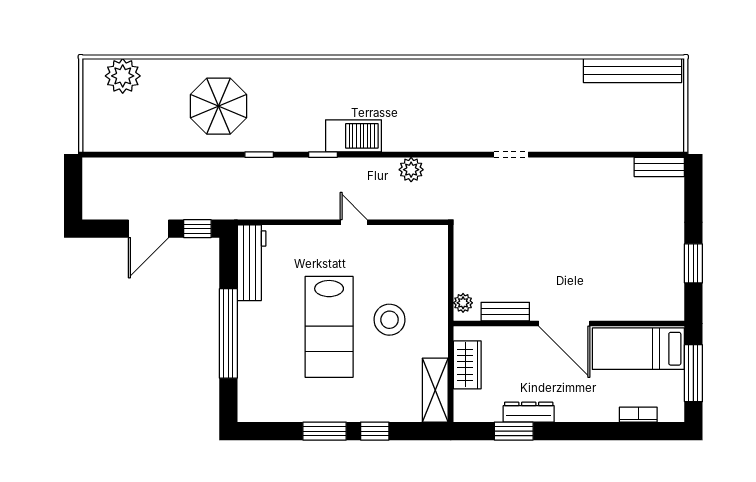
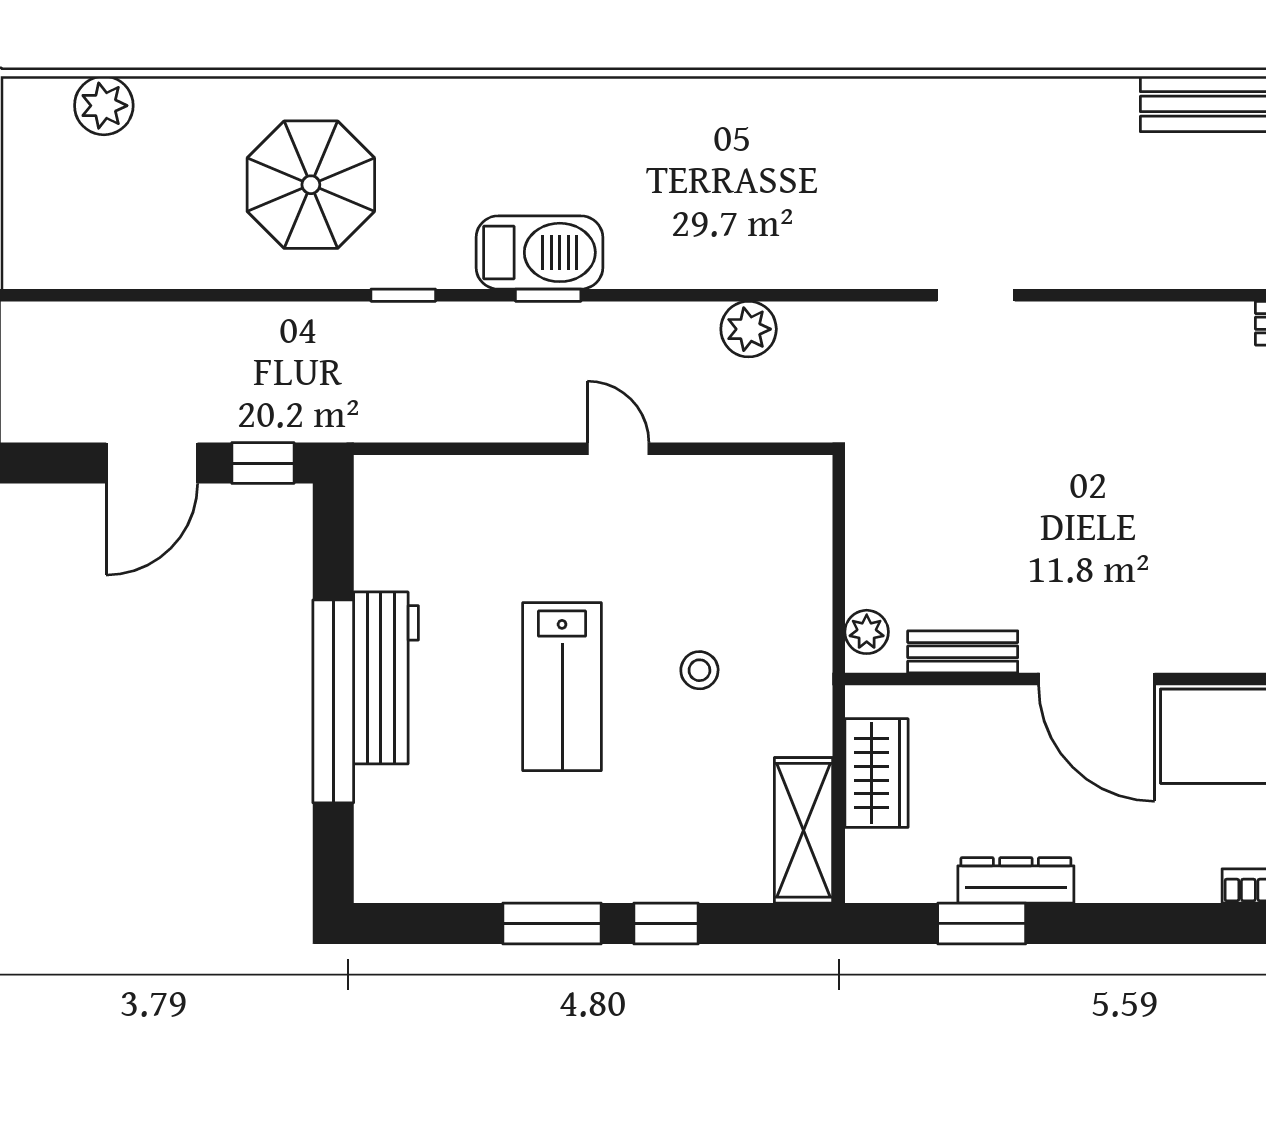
plant: (123, 76) -> (104, 106), width x0.73, depth x0.73
barbecue: (354, 136) -> (539, 252), moved
workbench: (252, 263) -> (386, 678), moved
stool: (389, 320) -> (699, 670), width x0.53, depth x0.53
lab bench: (329, 327) -> (562, 687), width x0.73, depth x0.72

